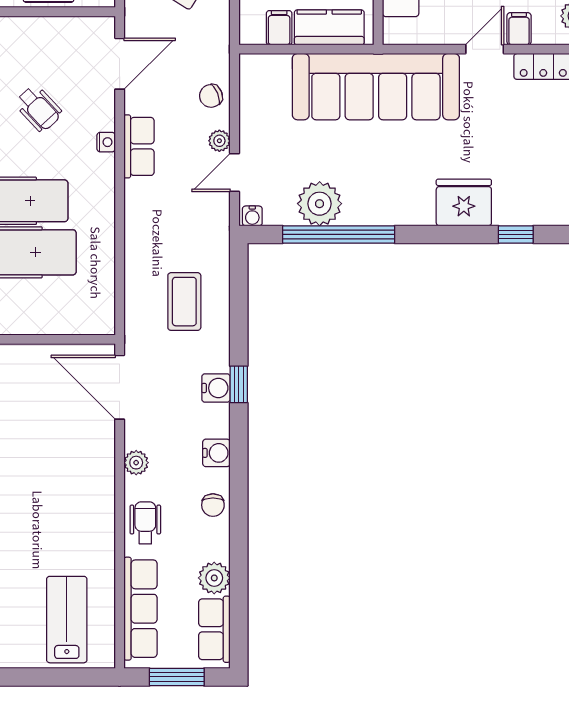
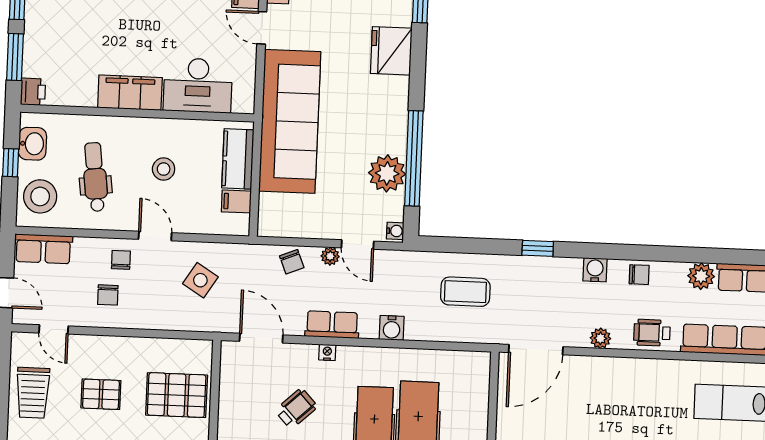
water cooler: (216, 388) -> (392, 328), moved, turned 180

